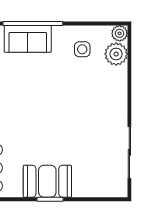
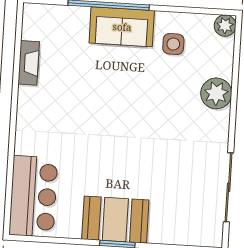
sofa: (28, 39) -> (122, 27), moved
plant: (116, 54) -> (216, 93), moved

